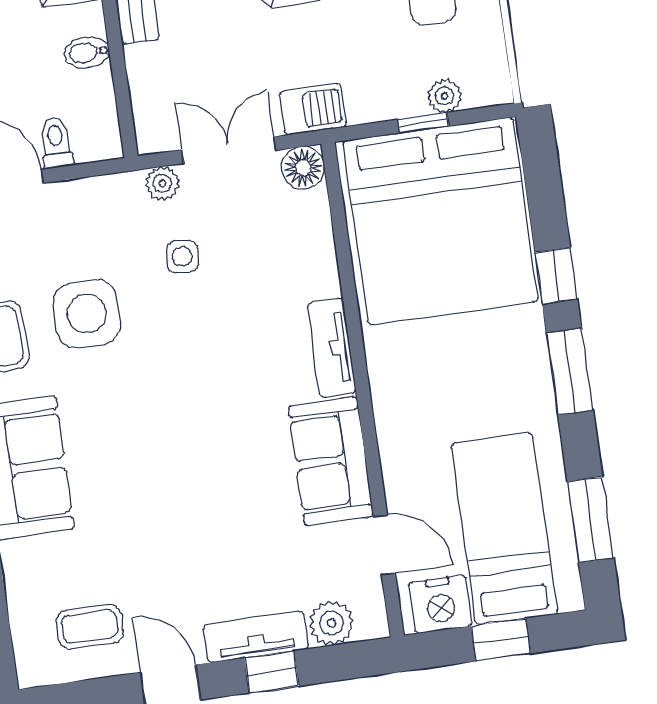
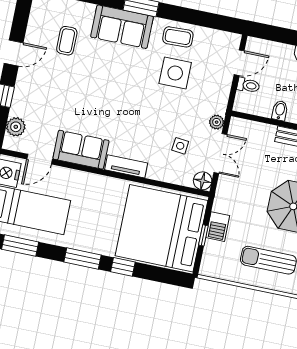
plant: (444, 96) -> (211, 248), removed
barbecue: (313, 109) -> (218, 227), moved
side table: (182, 256) -> (180, 146), moved
coffee table: (90, 627) -> (67, 41), moved
tv unit: (256, 637) -> (21, 94), removed

